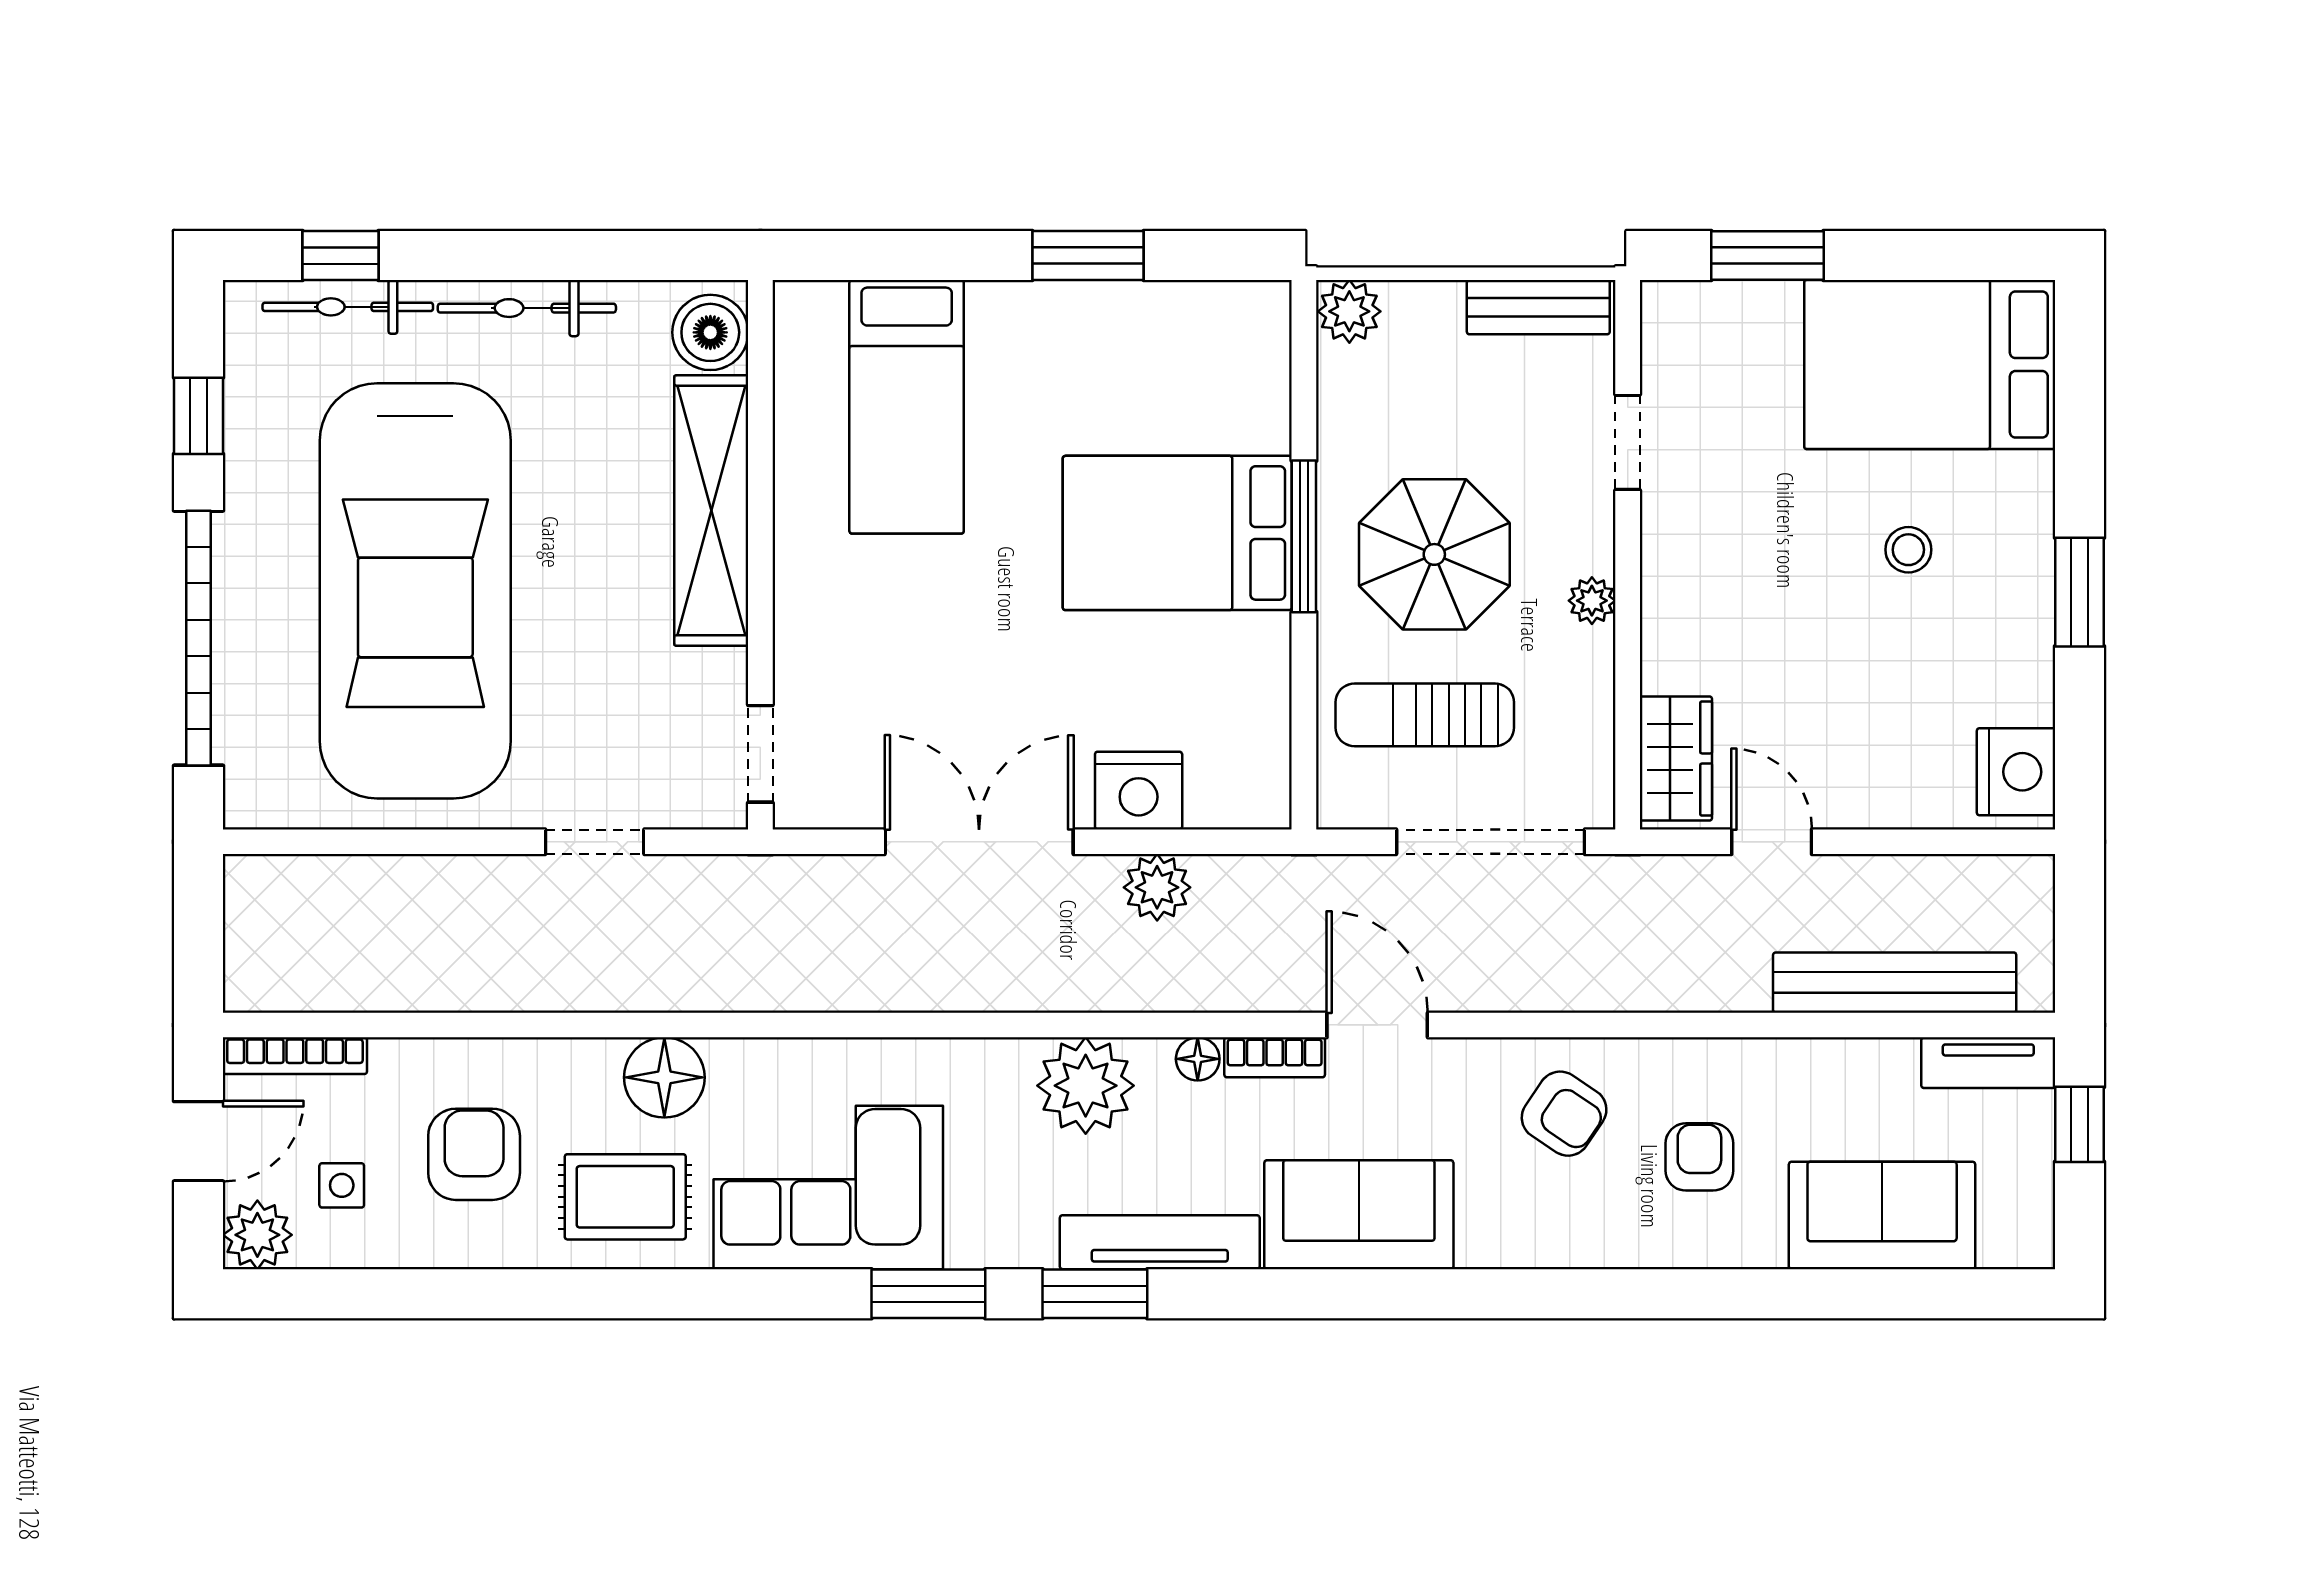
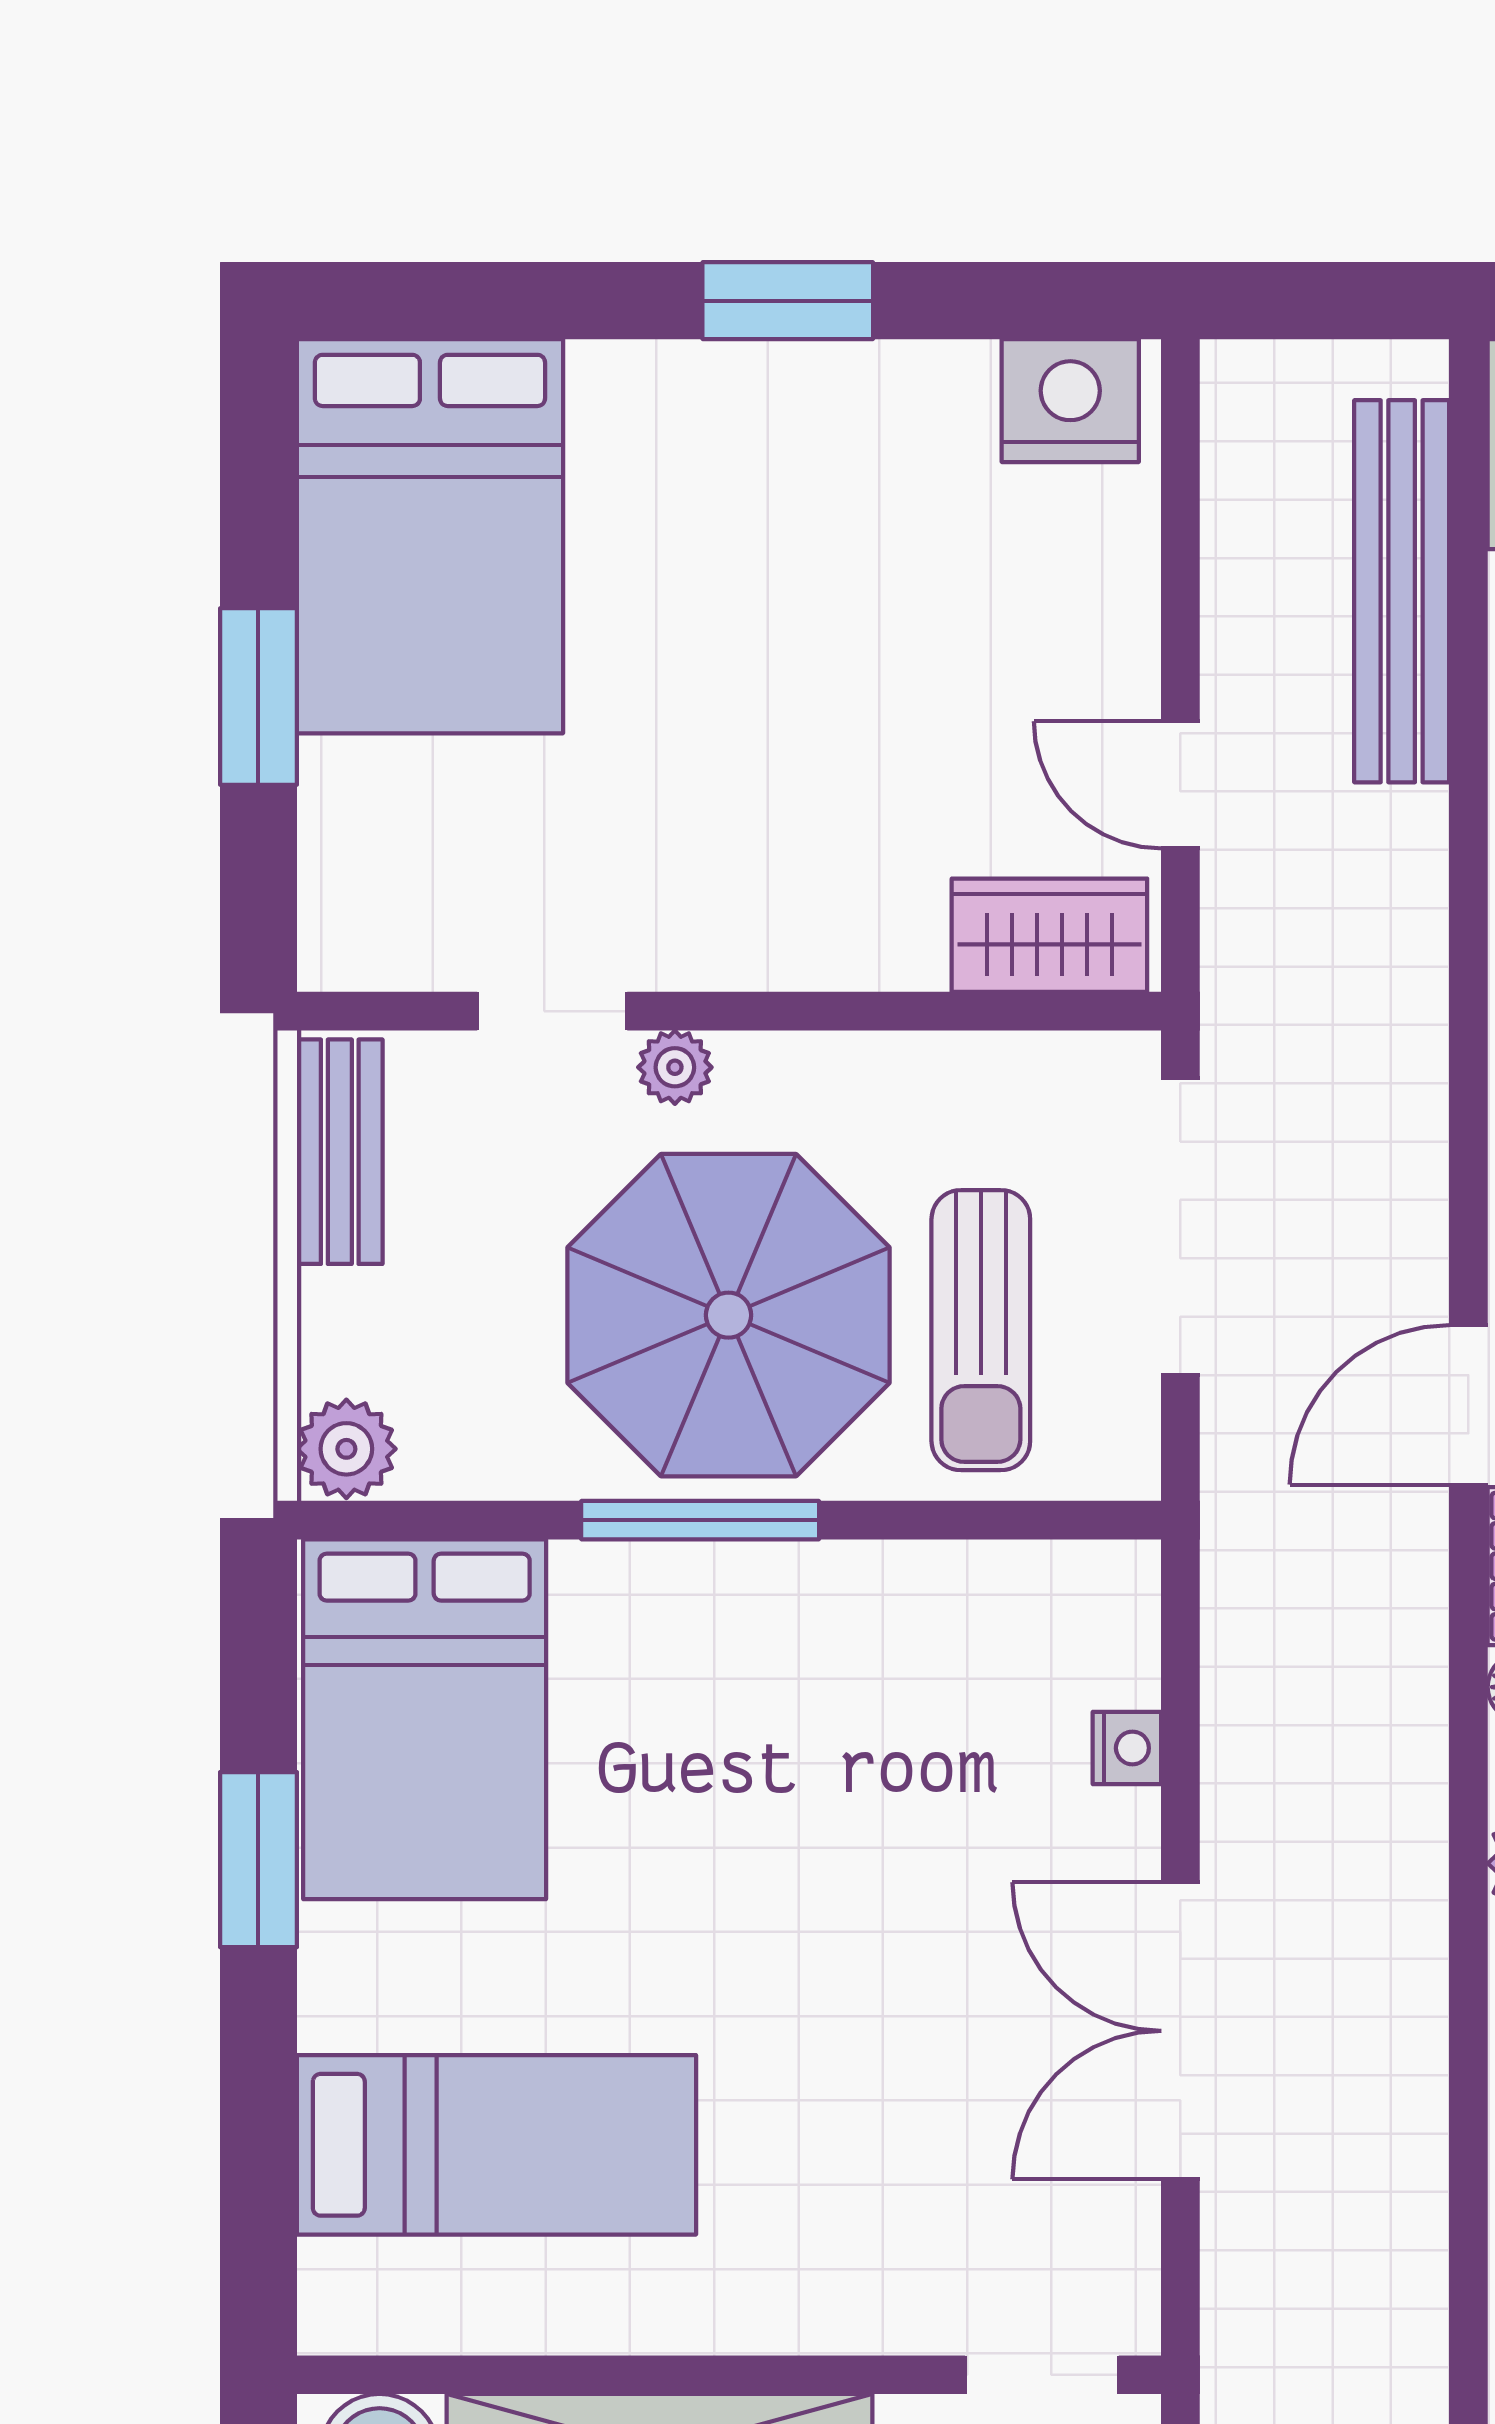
window: (1767, 255) -> (258, 697), moved
bed: (1177, 533) -> (425, 1719), moved
stool: (1908, 550) -> (721, 570), removed
parasol: (1434, 554) -> (729, 1315), width x1.36, depth x1.36
plant: (1592, 601) -> (675, 1067), moved
nightstand: (1139, 791) -> (1127, 1748), width x0.53, depth x0.56
door: (1772, 842) -> (1180, 785), hinge flipped
plant: (1157, 887) -> (1252, 1751), removed

